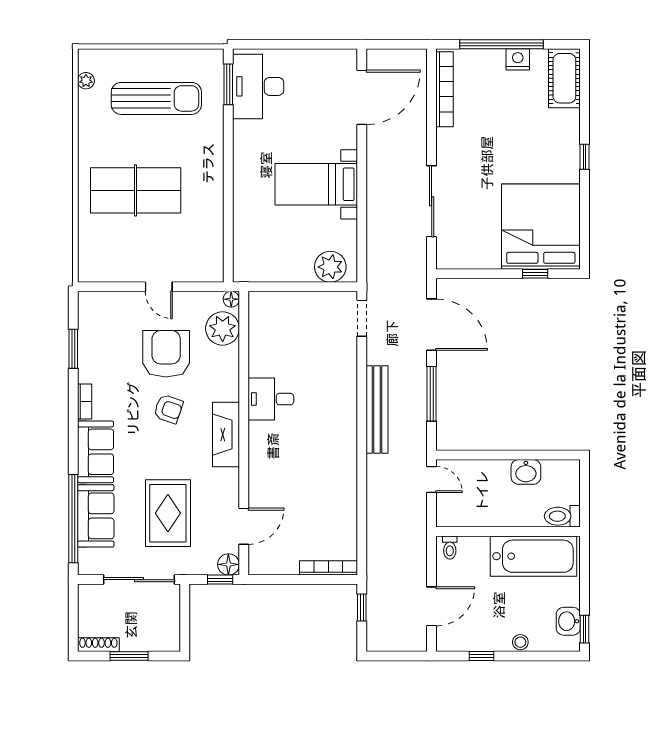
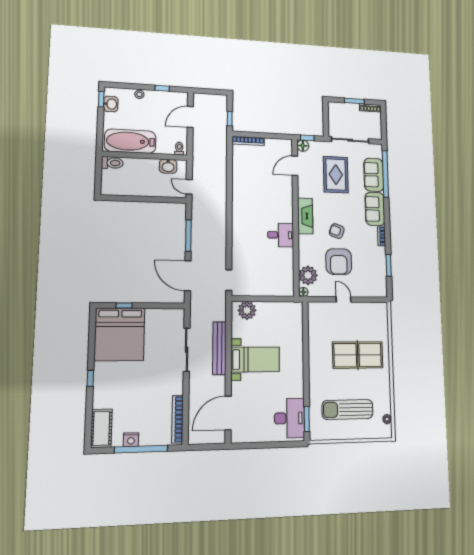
bench: (377, 409) -> (219, 348), moved
washbasin: (526, 472) -> (168, 166), moved, turned 180

